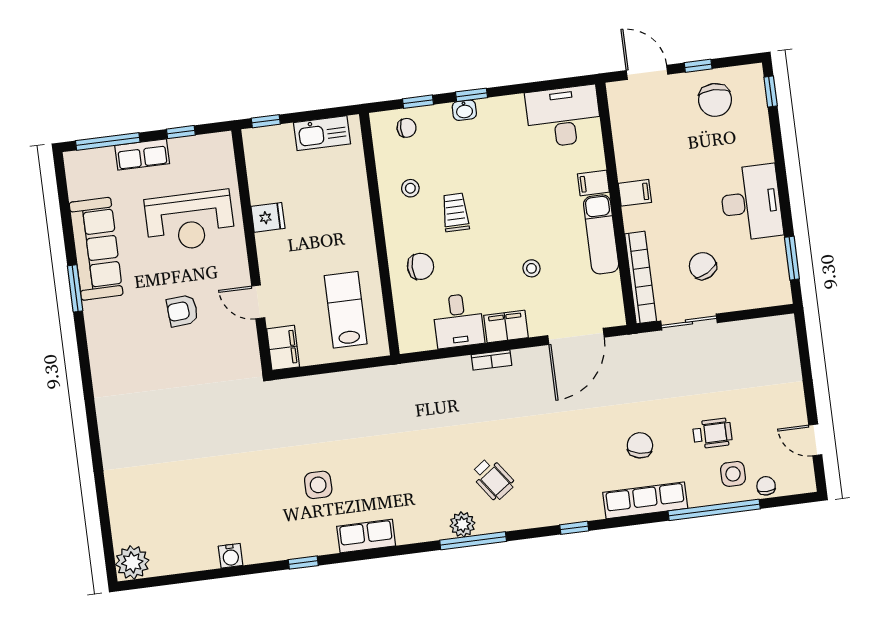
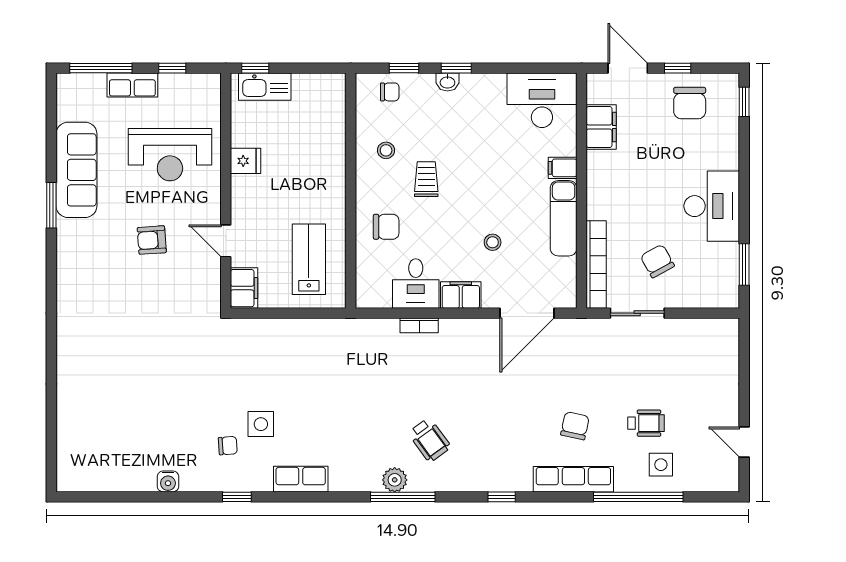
kitchen sink: (322, 133) -> (265, 87), moved
filing cabinet: (635, 193) -> (601, 127), moved, width x2.00
bookcase: (491, 360) -> (419, 325), moved
chair: (766, 486) -> (228, 446), moved, turned 86
plant: (132, 562) -> (73, 476), removed

